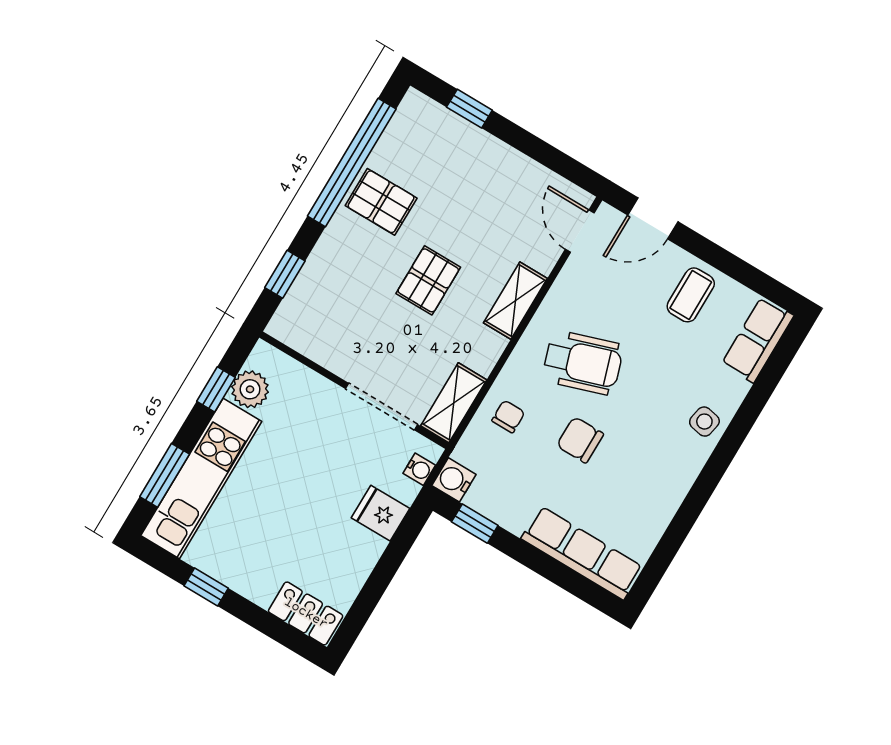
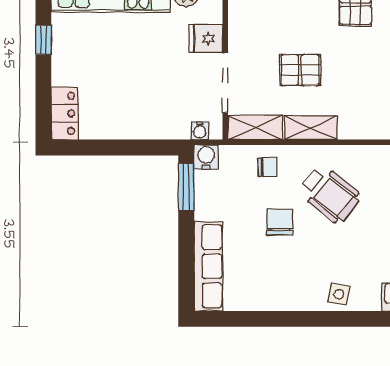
pallet: (428, 280) -> (300, 70), moved
shelving: (515, 301) -> (311, 128), moved
wheelchair: (583, 363) -> (330, 194), turned -33
fridge: (380, 513) -> (206, 39), moved, turned -90
window: (475, 524) -> (186, 187), width x1.50

